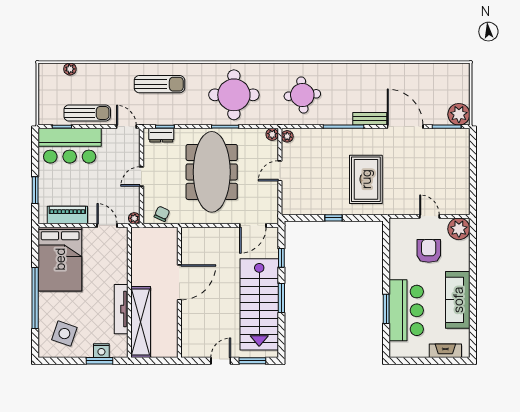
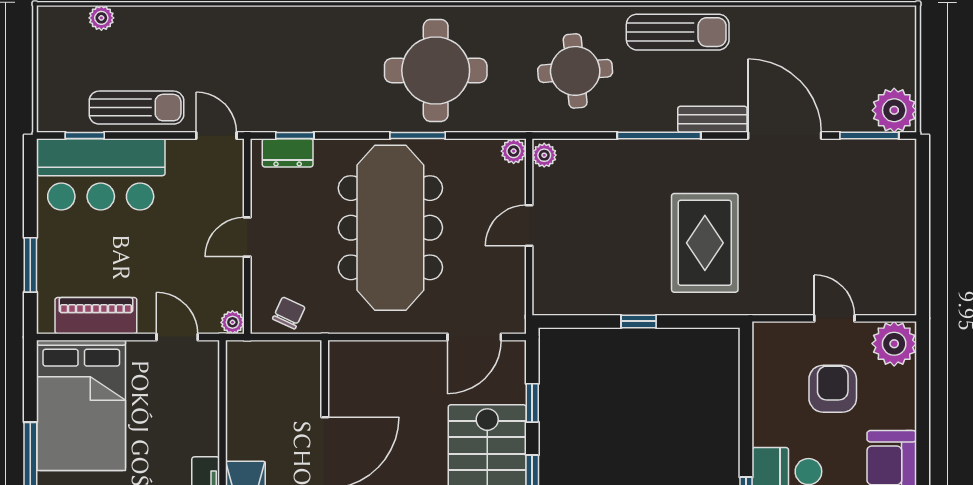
sun lounger: (159, 84) -> (678, 32), moved

